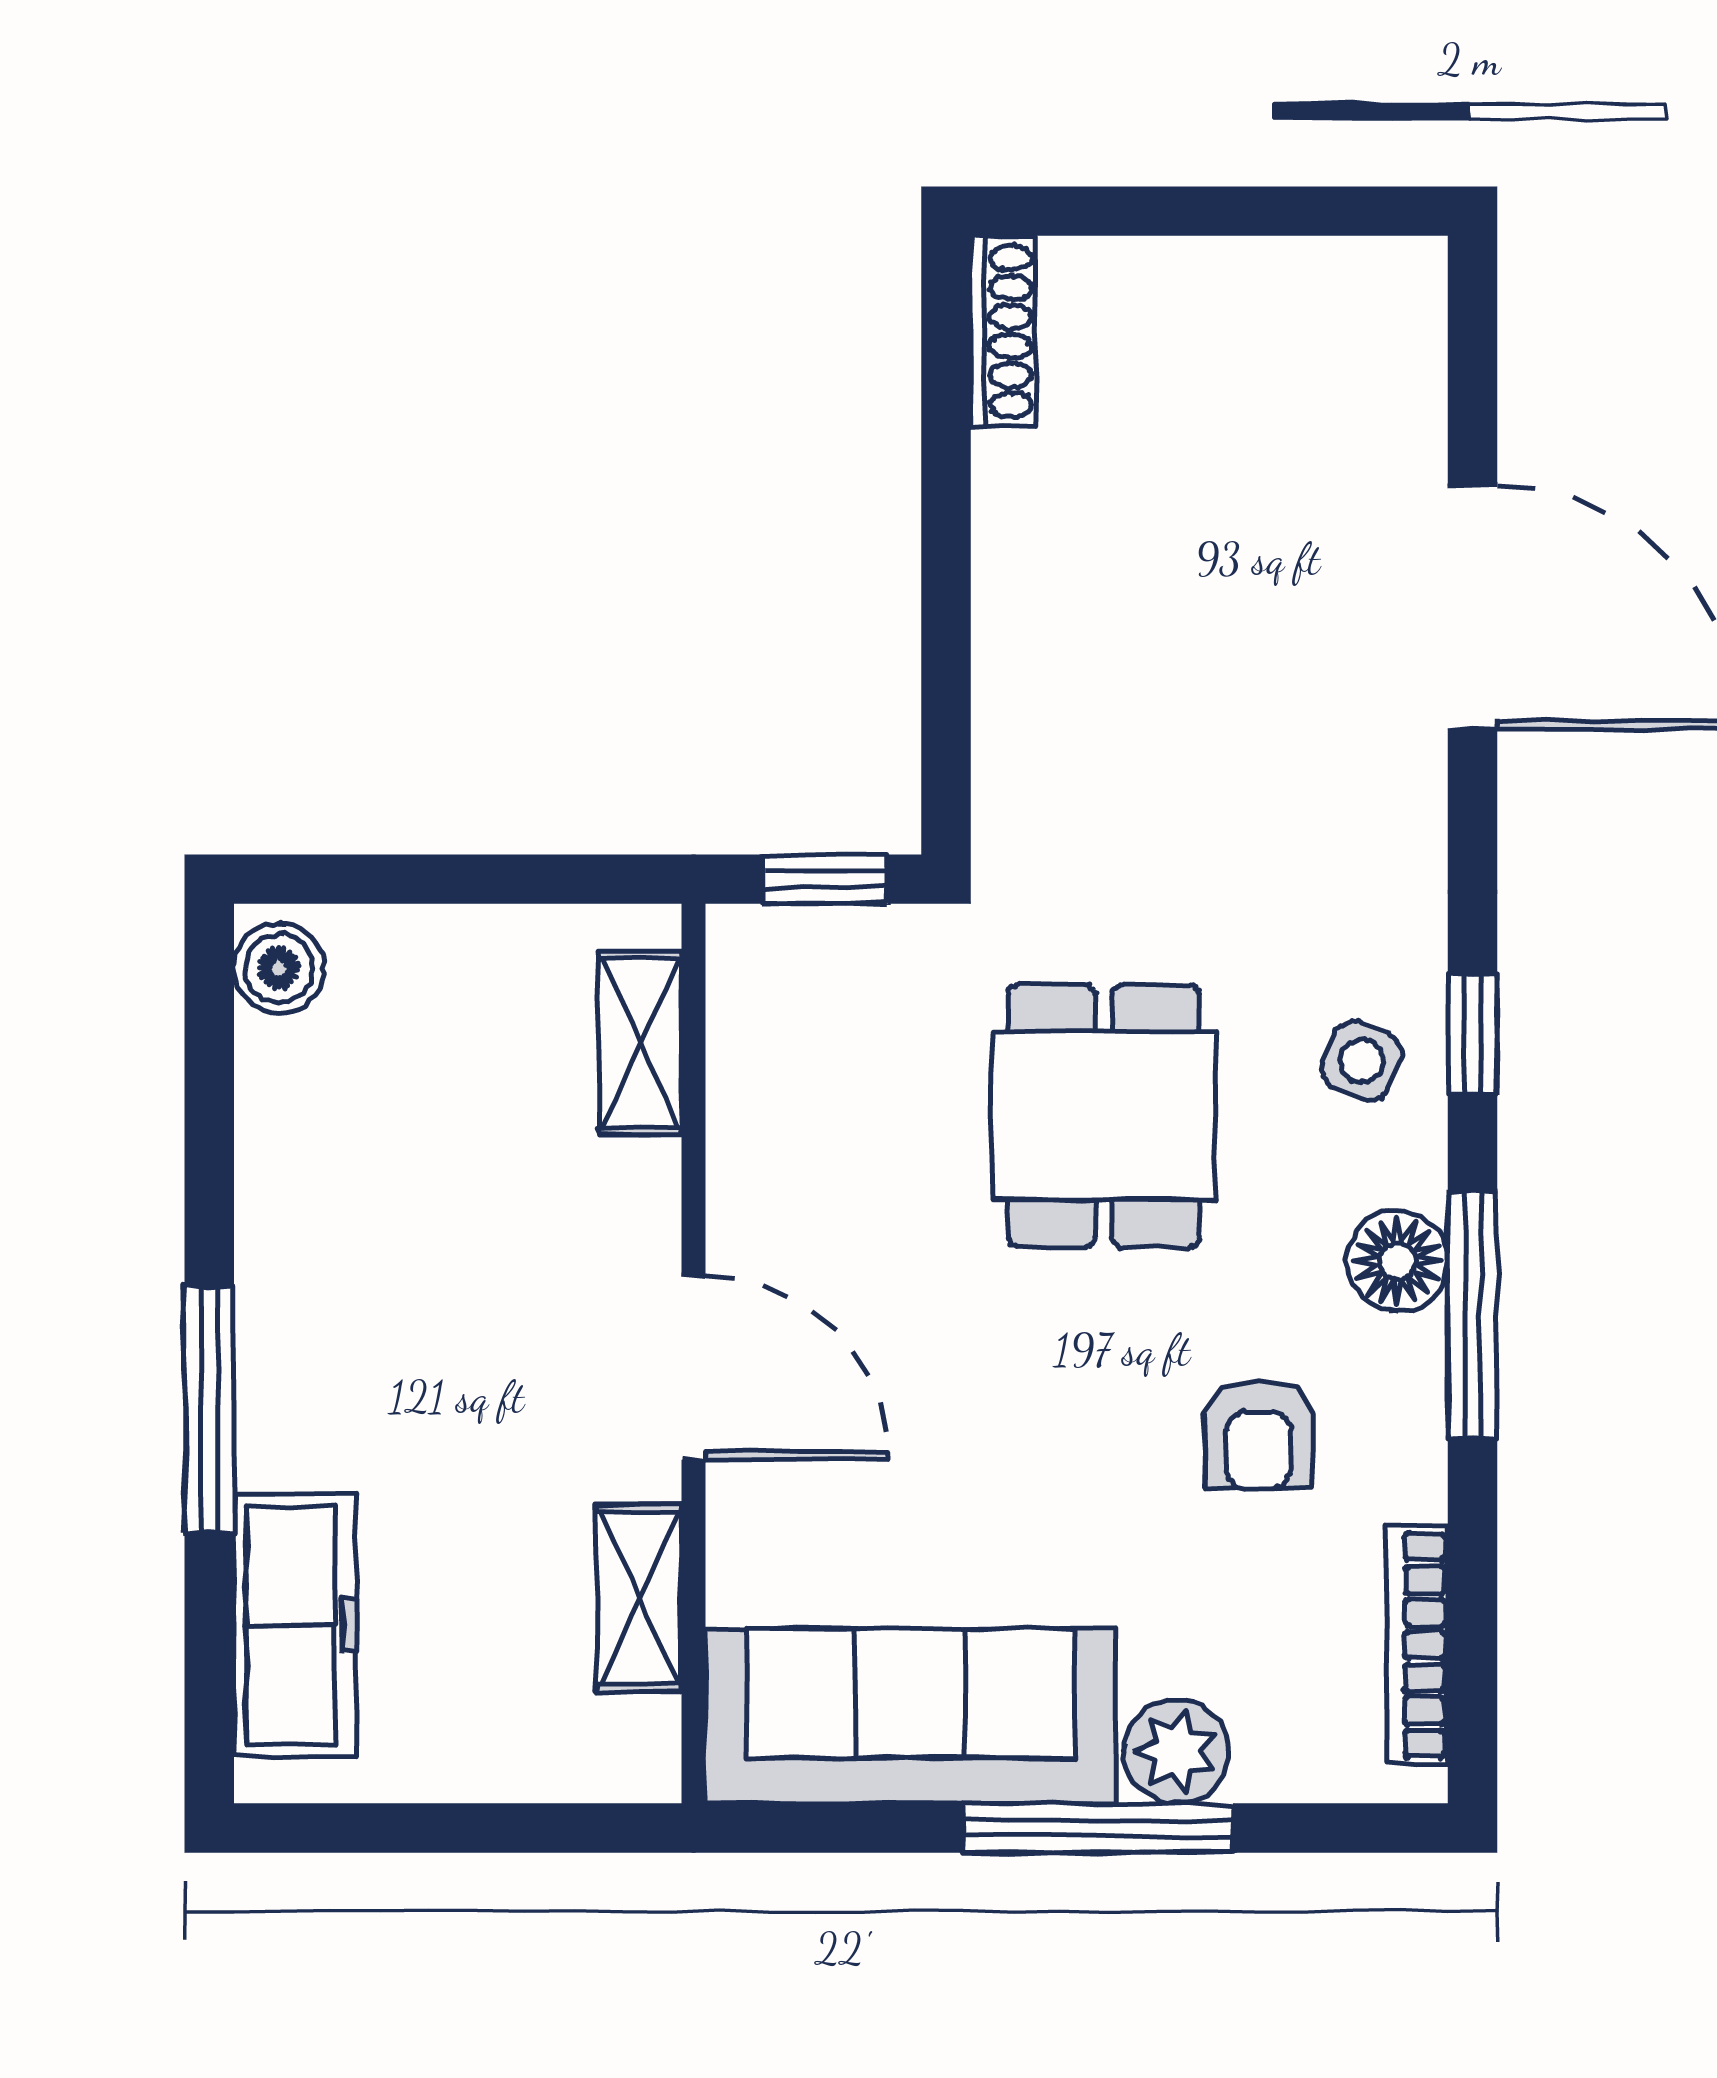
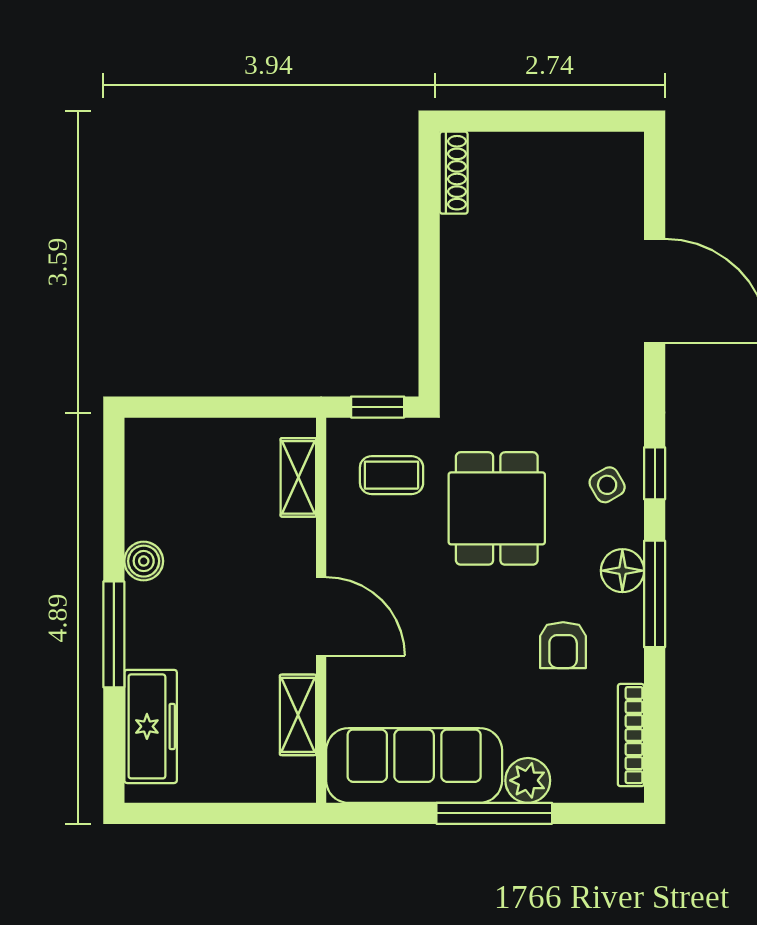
boiler: (279, 968) -> (144, 561), moved
coffee table: (858, 1038) -> (392, 475), added
side table: (1362, 1061) -> (607, 485), turned 38

